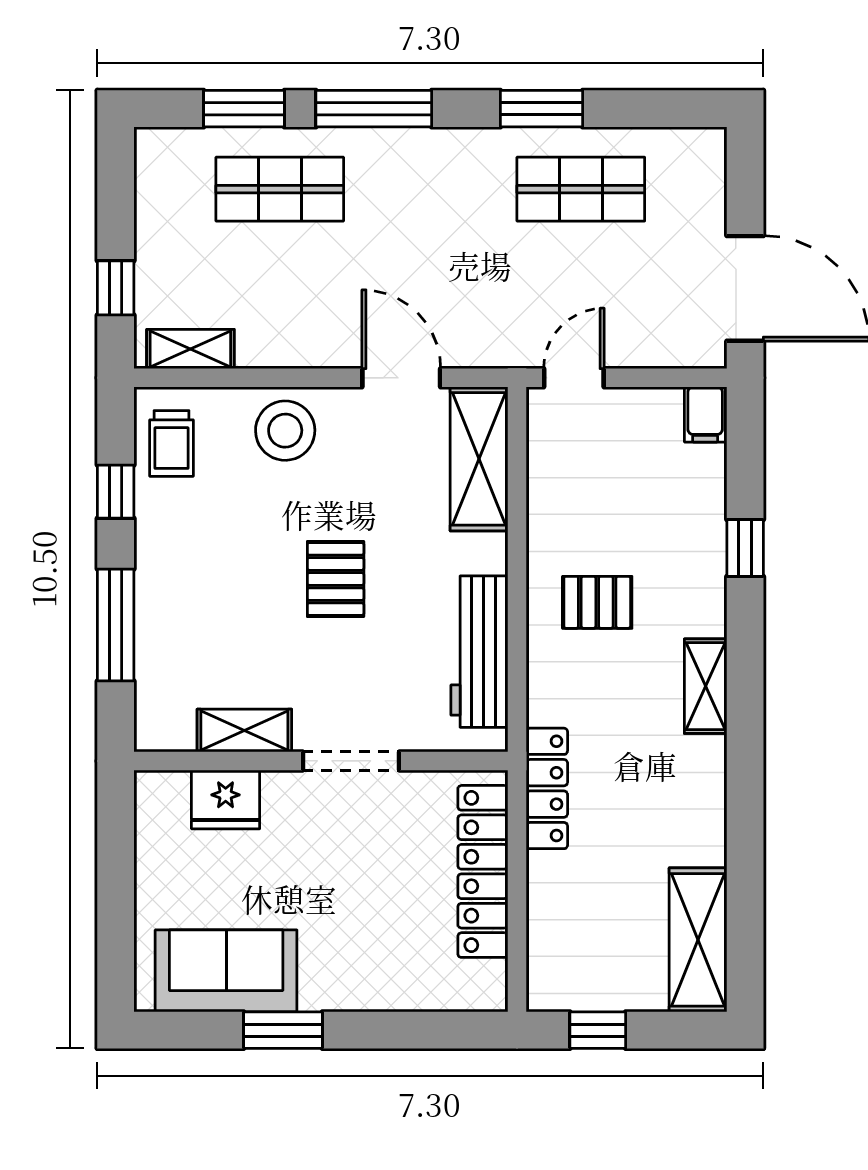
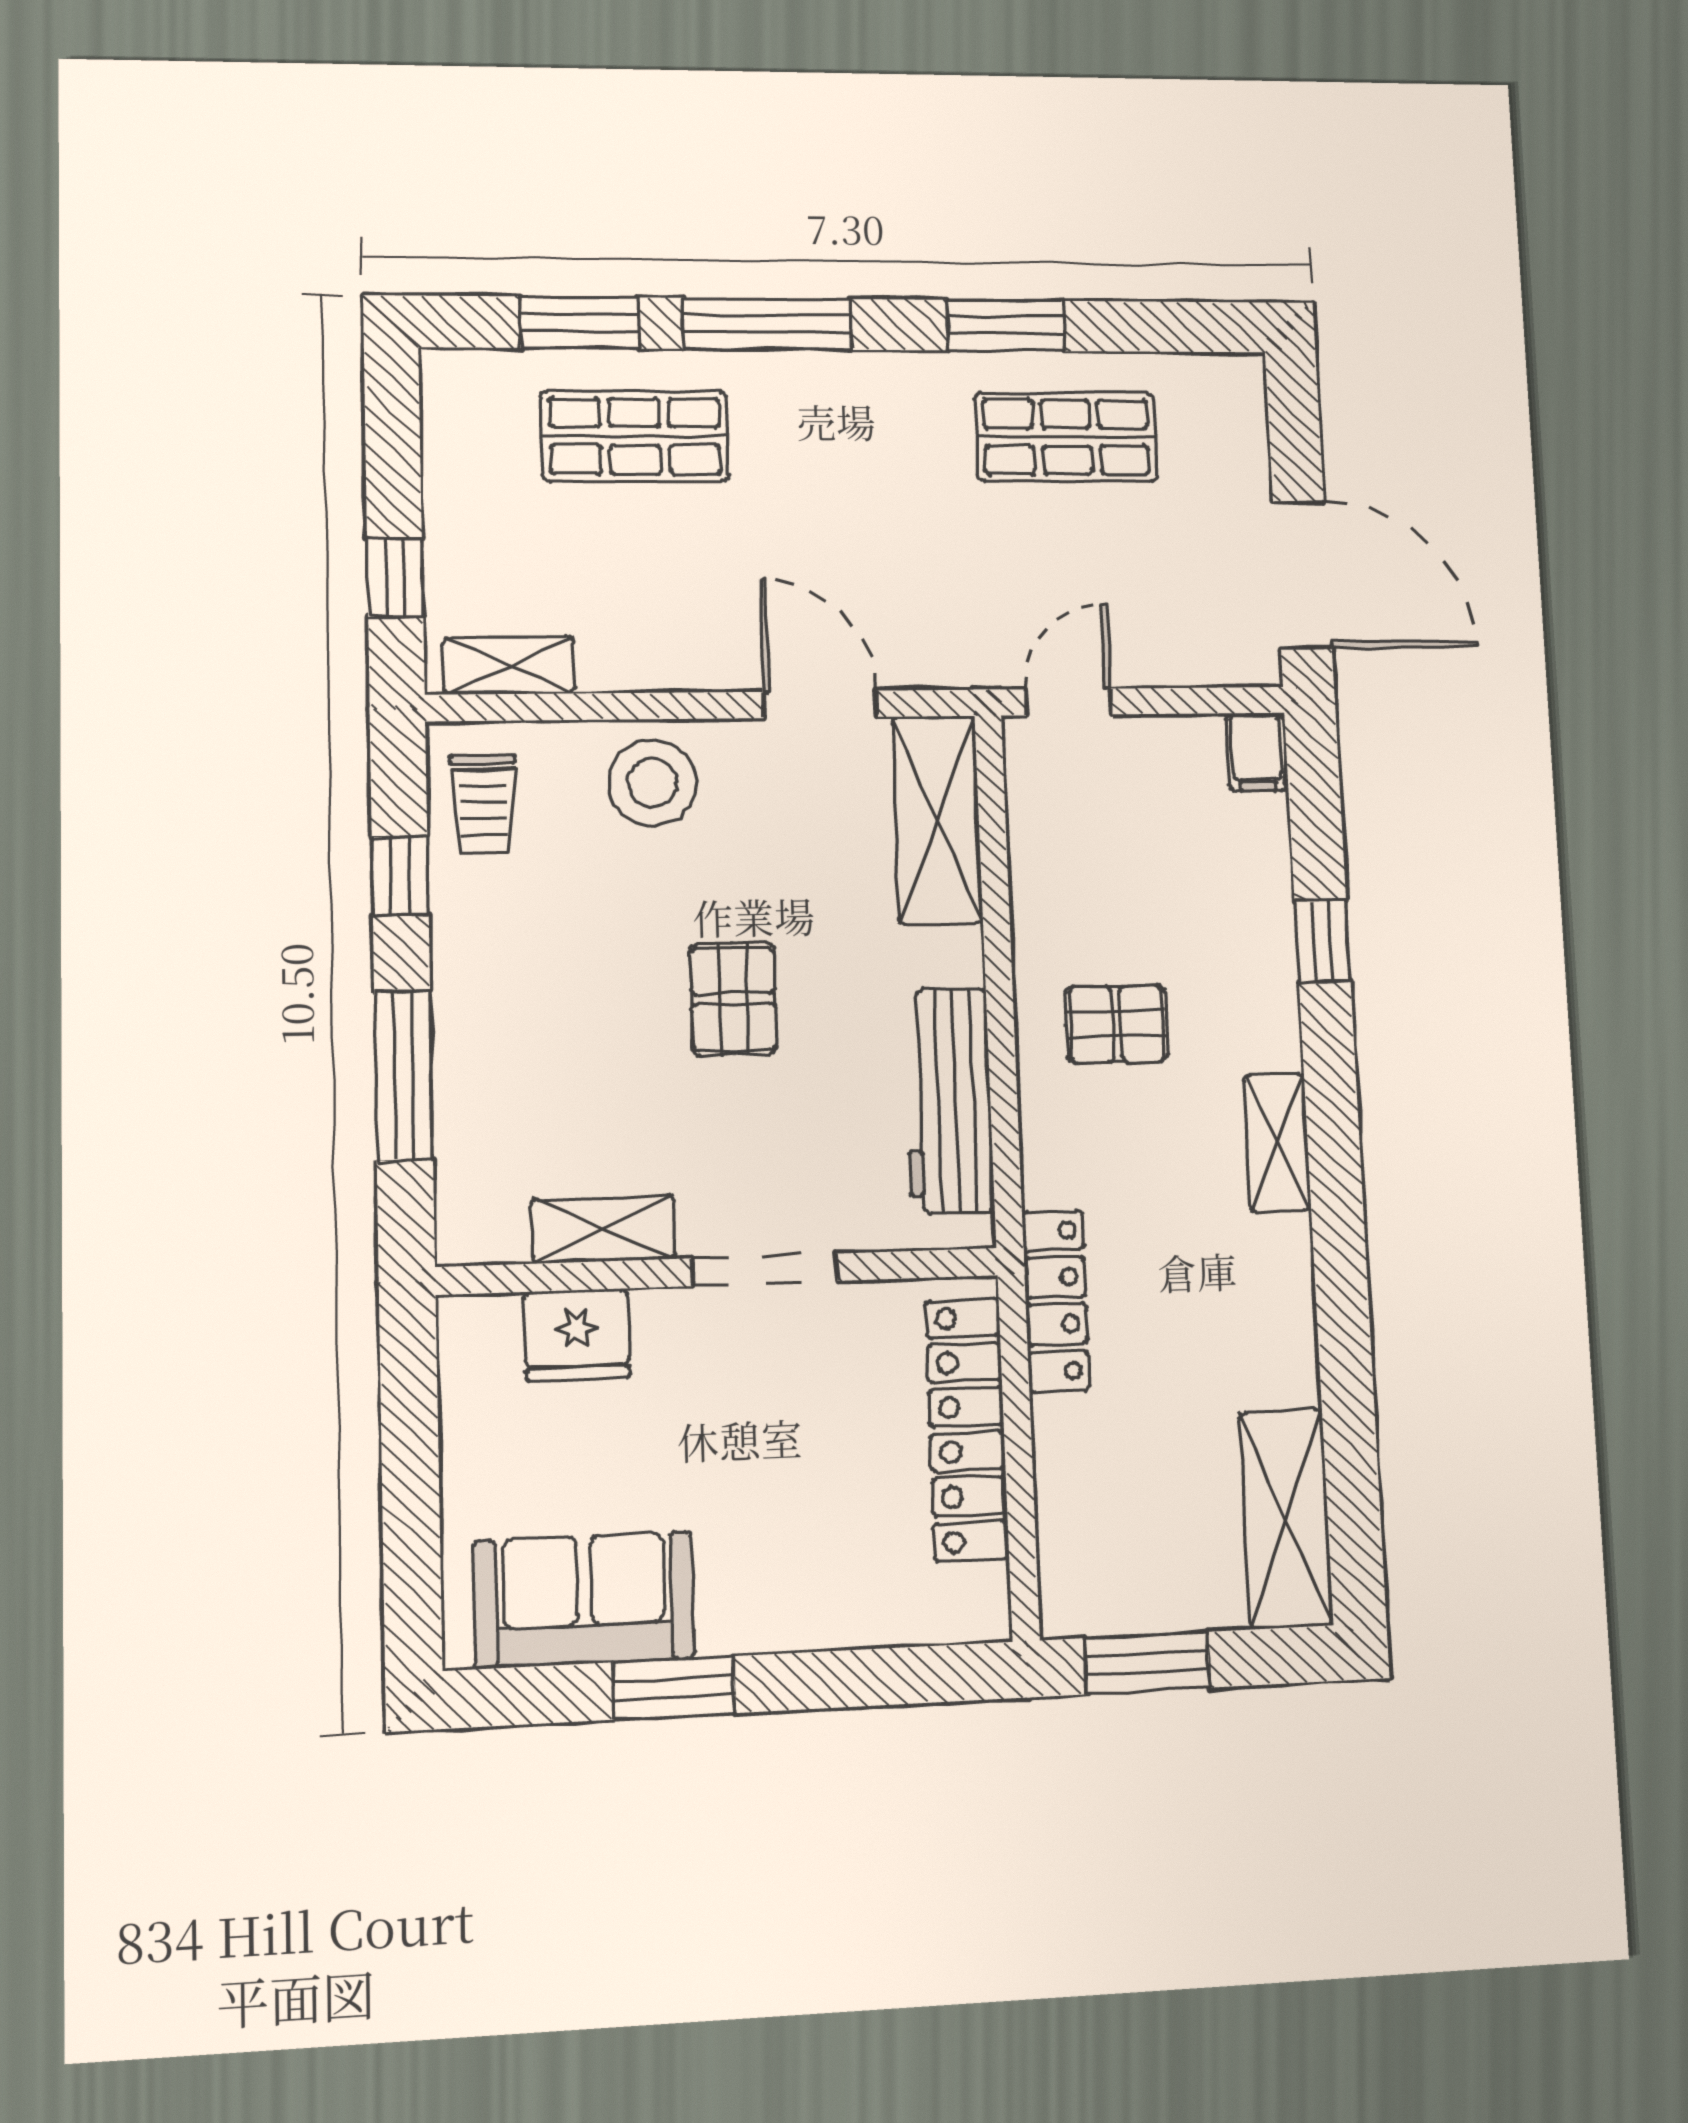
window: (598, 1030) -> (1147, 1663), width x1.50

